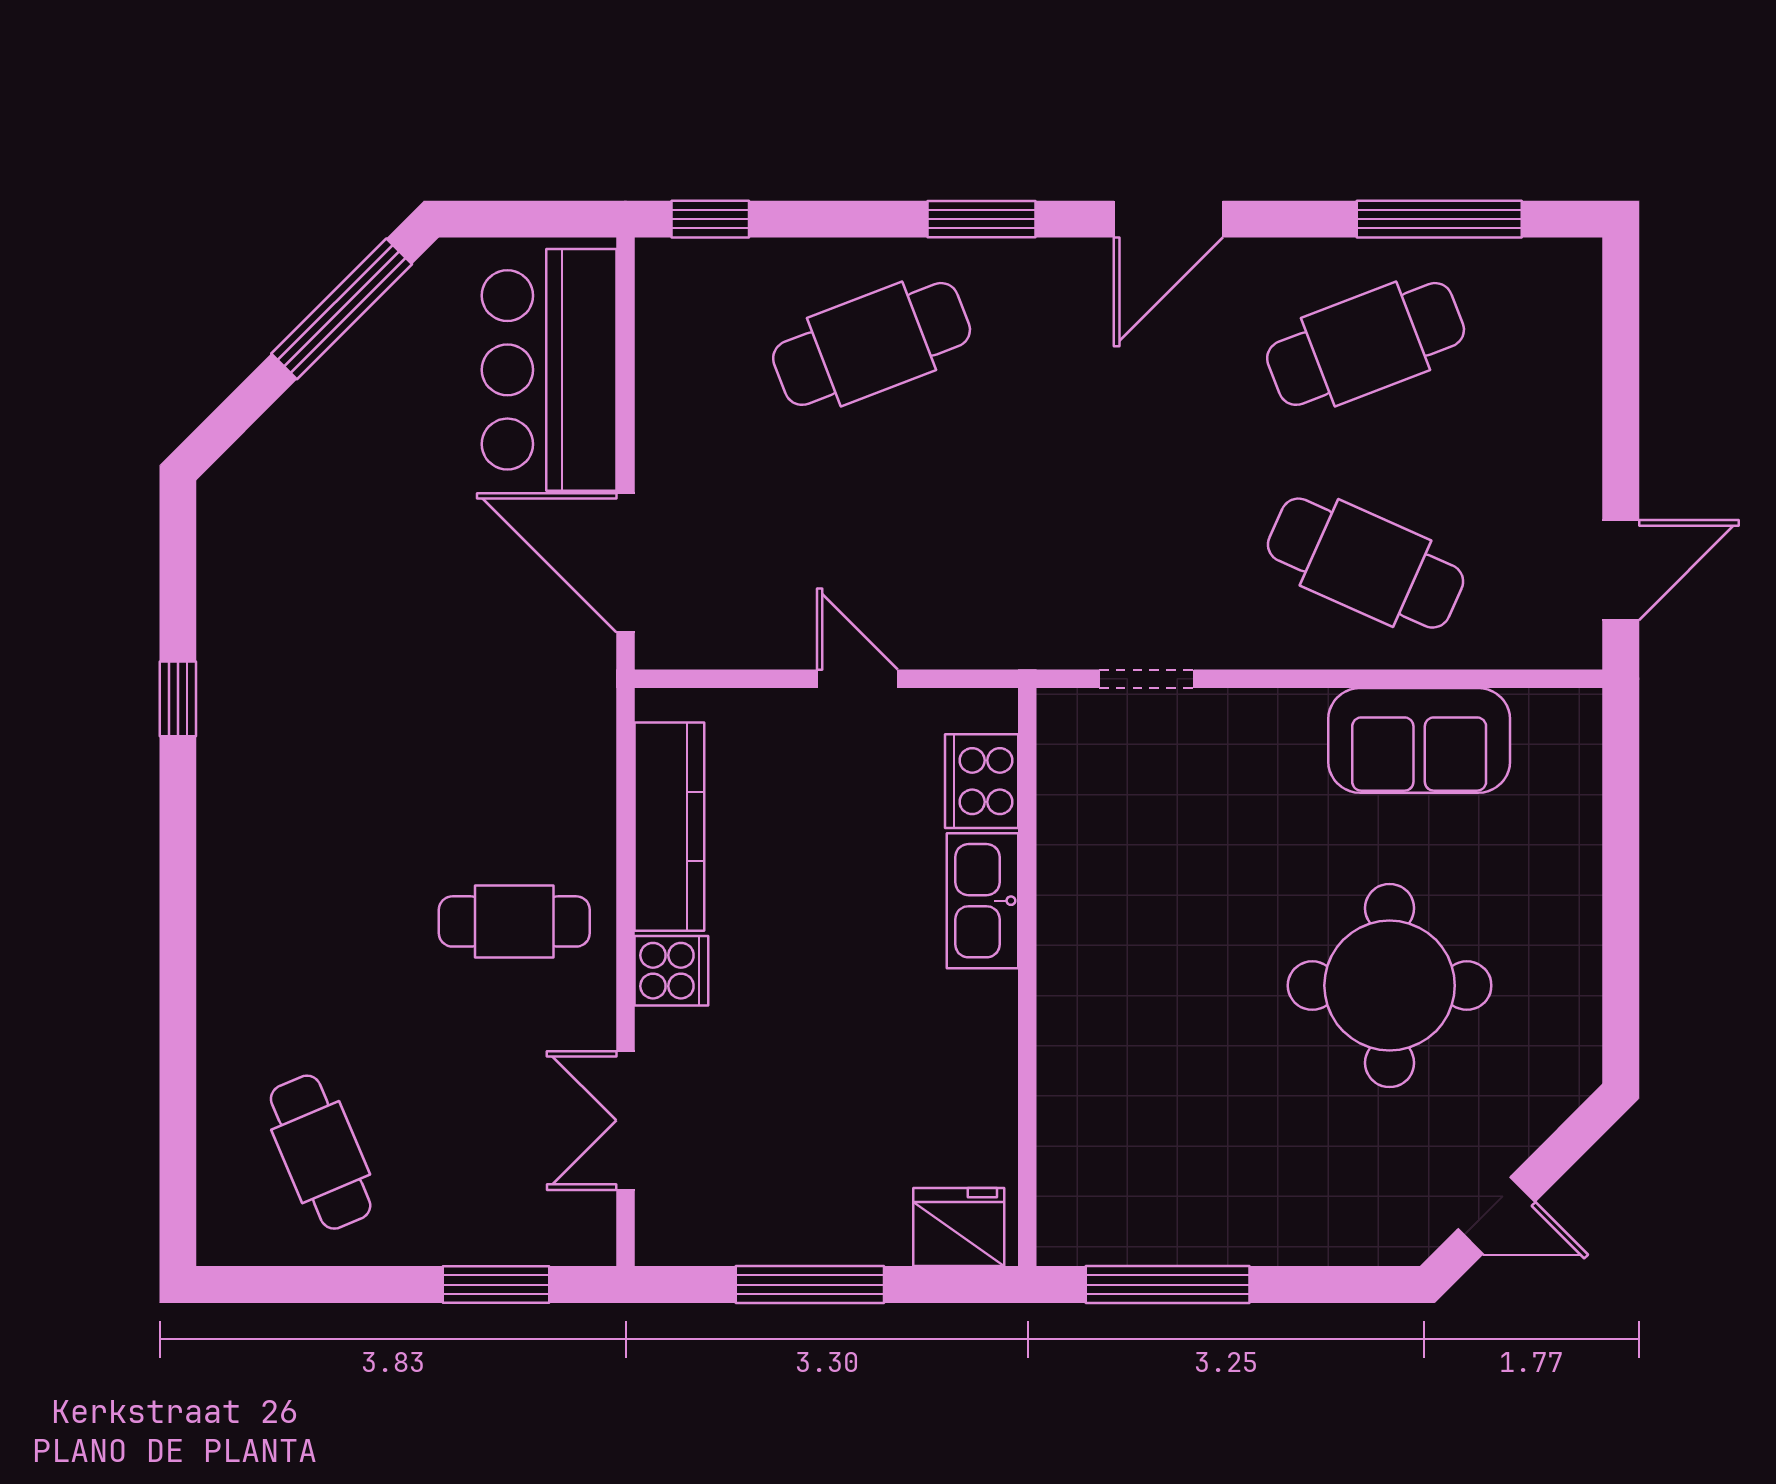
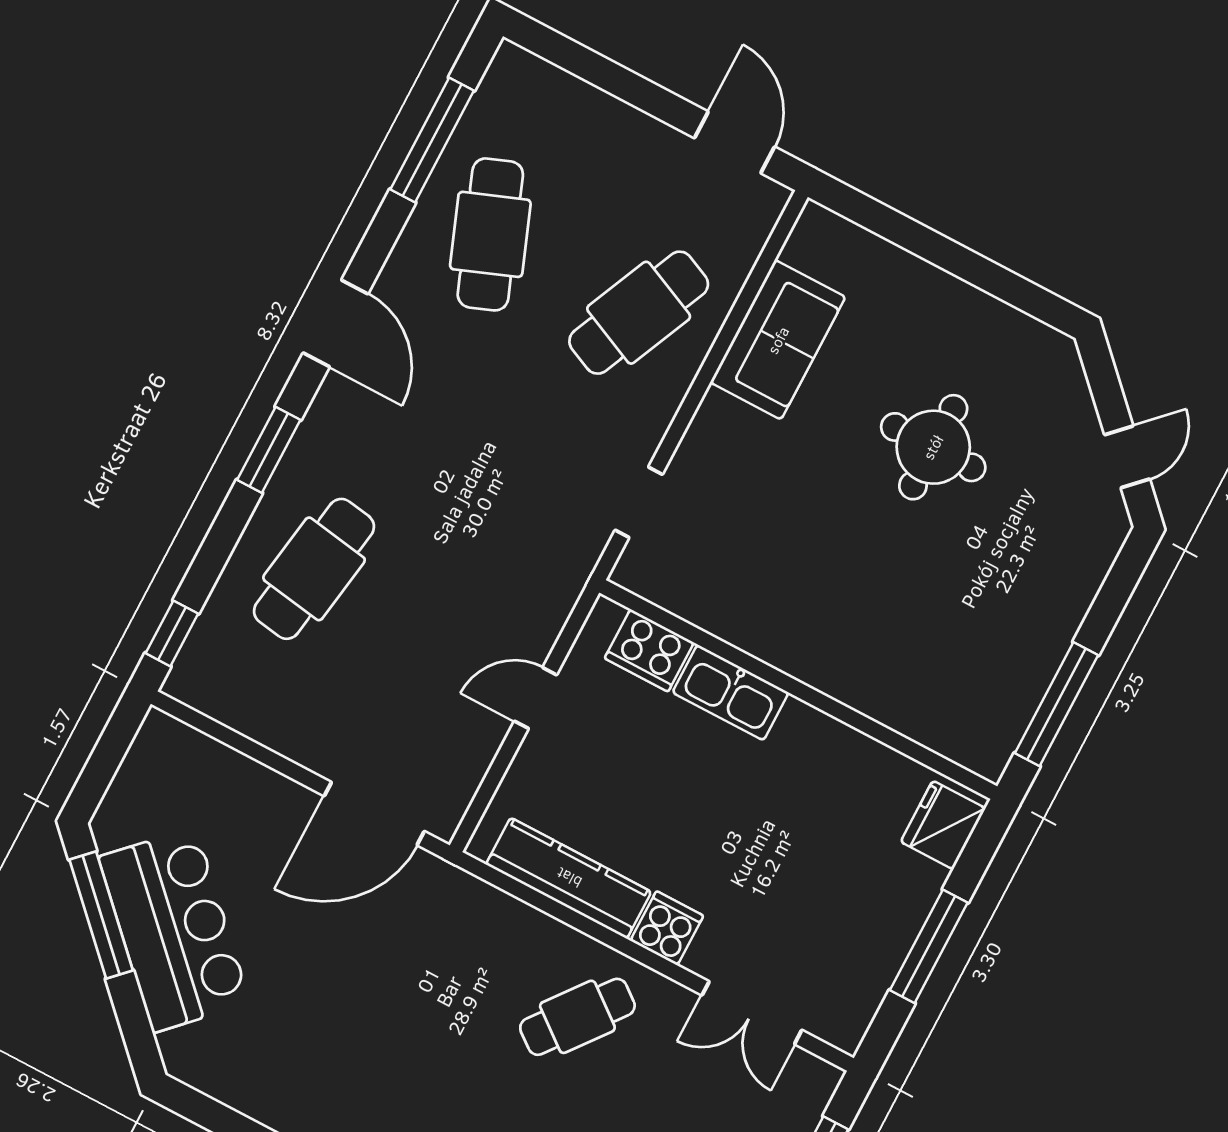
cafe table: (872, 344) -> (314, 569), turned 30
bar counter: (549, 370) -> (174, 930), moved, turned -135
cafe table: (514, 921) -> (577, 1017), turned 38
round table: (1390, 986) -> (933, 447), width x0.73, depth x0.73

